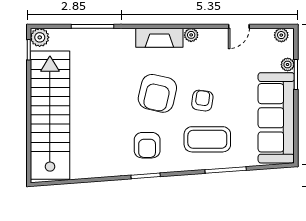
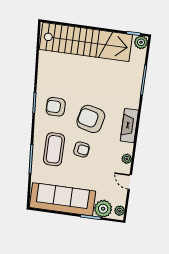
plant: (191, 35) -> (127, 159), moved
plant: (288, 65) -> (103, 209), width x1.88, depth x1.88

